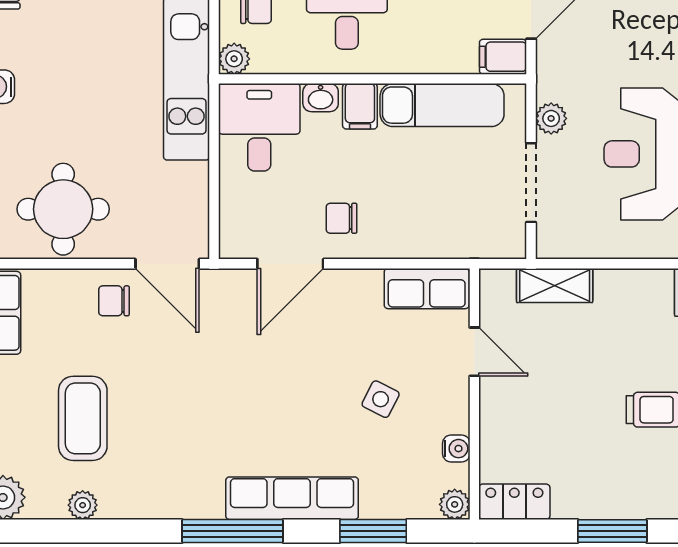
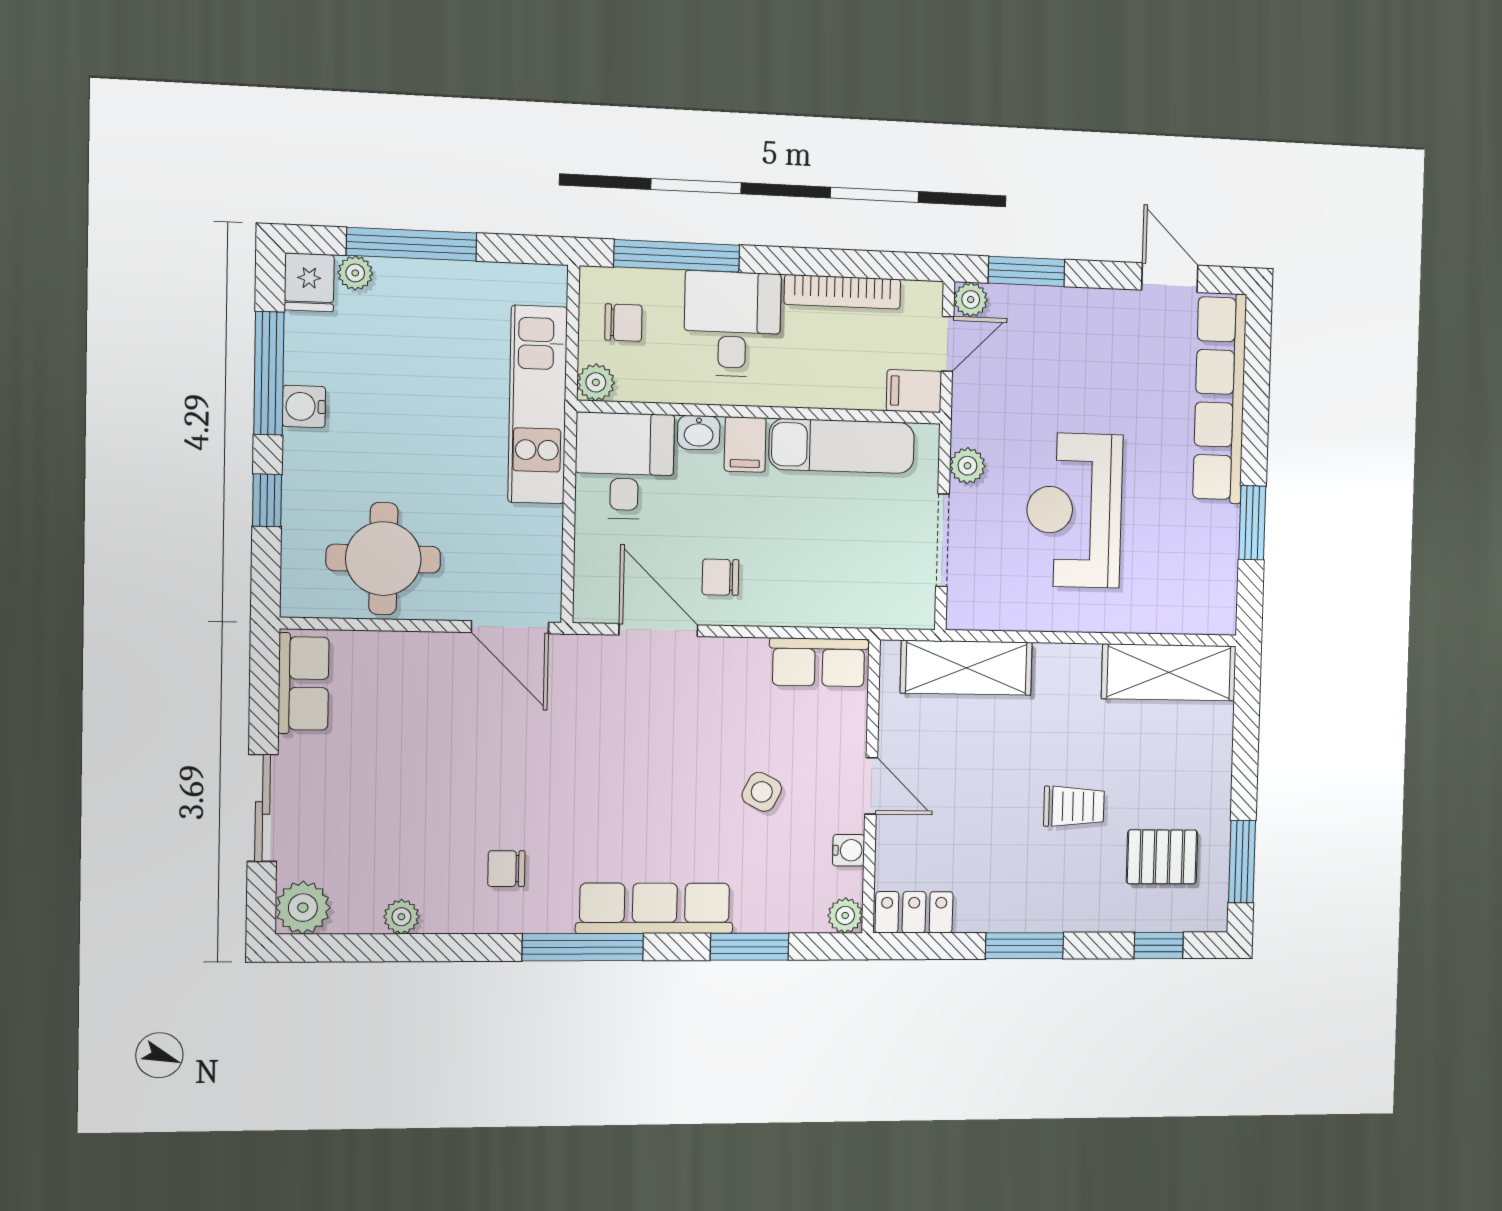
door: (290, 264) -> (658, 630), swing flipped
shelving: (555, 285) -> (966, 668), width x1.50, depth x1.33
chair: (114, 301) -> (506, 869), moved
door: (474, 352) -> (871, 786), moved
coffee table: (83, 418) -> (403, 812), removed

